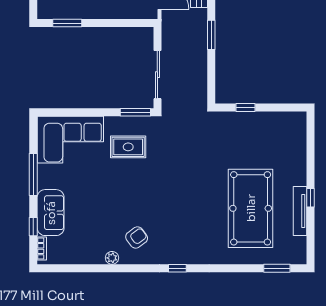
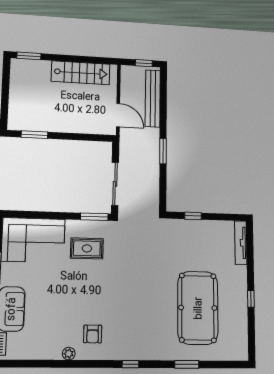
tv unit: (300, 211) -> (241, 243), moved
armchair: (137, 238) -> (93, 334), turned 127
window: (277, 268) -> (187, 364), moved

